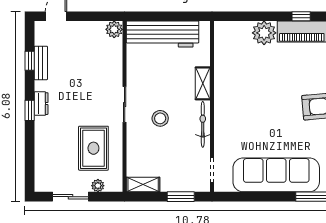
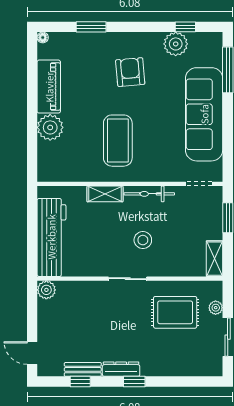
window: (301, 16) -> (32, 87), removed
coffee table: (252, 95) -> (118, 141), added
dresser: (41, 104) -> (121, 369), width x1.44

